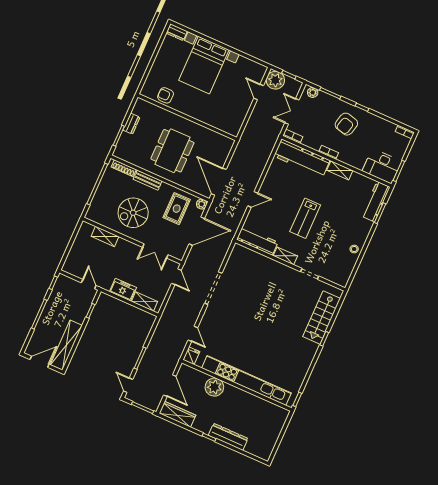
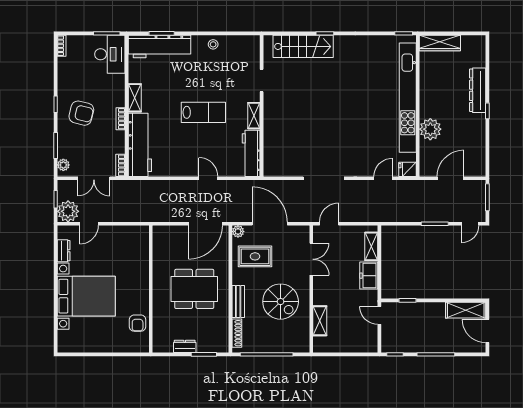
dresser: (177, 32) -> (64, 251), moved
workbench: (376, 202) -> (160, 46), width x1.36, depth x1.32
door: (89, 284) -> (379, 315), hinge flipped
shelving: (66, 345) -> (466, 310), width x0.68
wardrobe: (177, 414) -> (440, 43), moved, turned -90

